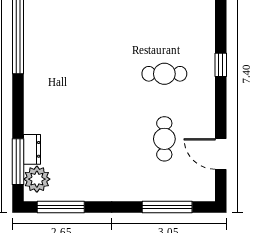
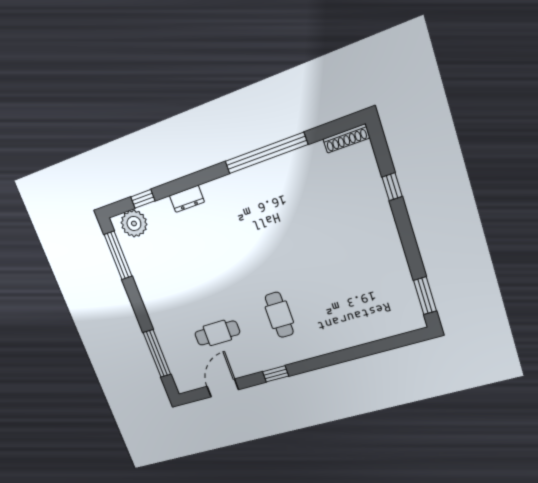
window: (221, 65) -> (276, 374), moved
dresser: (32, 149) -> (187, 199), moved
window: (18, 162) -> (143, 199), width x0.46

